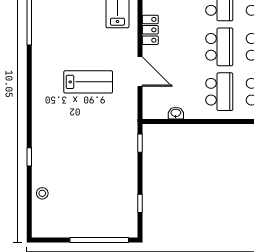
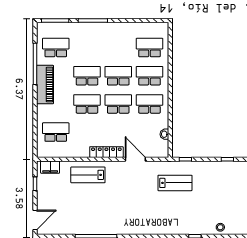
locker: (150, 30) -> (106, 152), width x1.53
door: (140, 72) -> (135, 159), hinge flipped
lab bench: (88, 82) -> (175, 183), moved, turned 90

